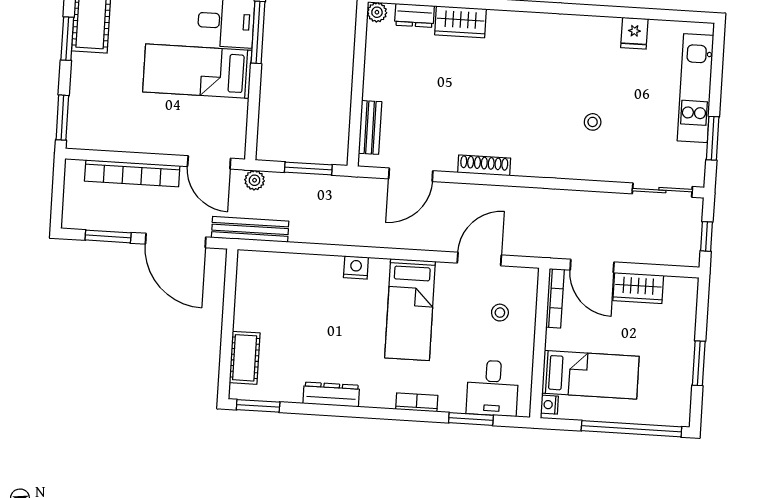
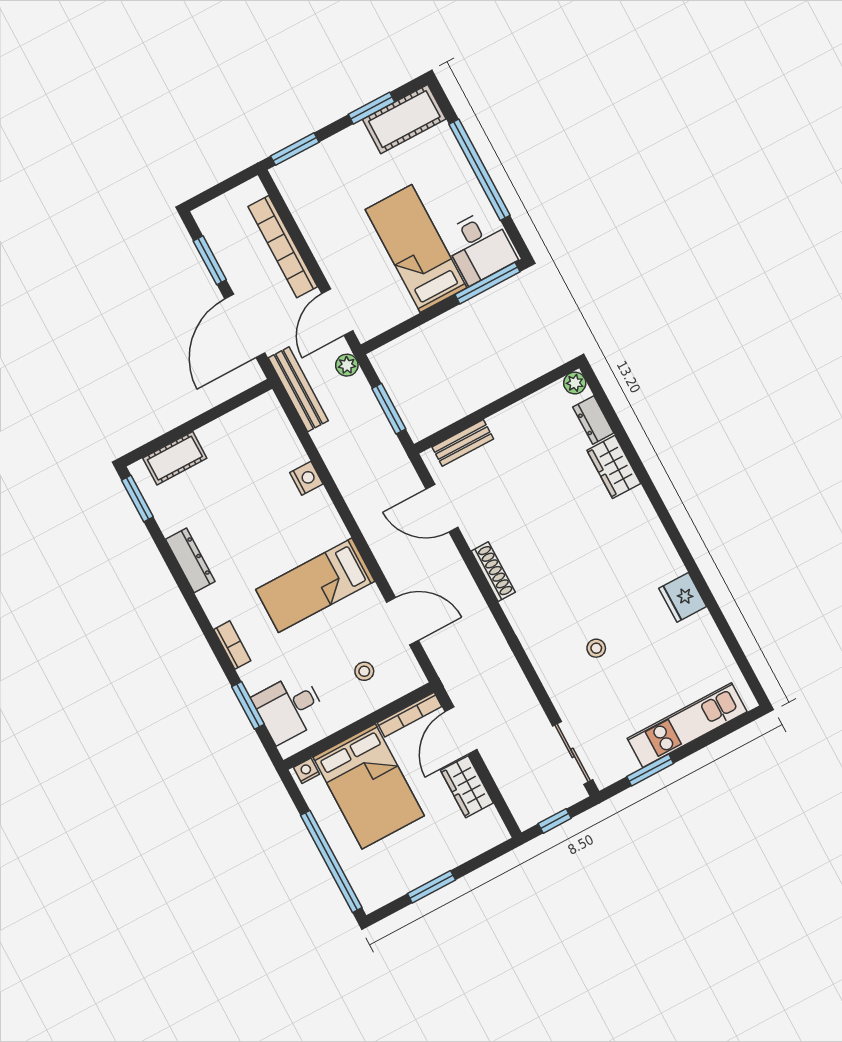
fridge: (634, 33) -> (683, 597), moved, width x1.38
nightstand: (356, 268) -> (306, 478), moved
bed: (590, 375) -> (369, 786), width x1.50

